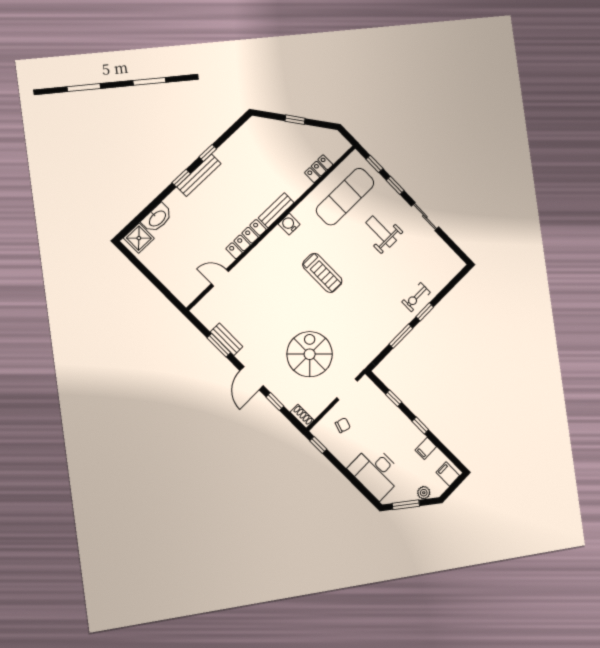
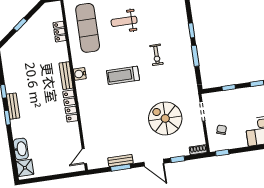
bench: (199, 175) -> (13, 106), width x0.73
treadmill: (322, 273) -> (123, 75), turned 180
door: (220, 278) -> (84, 156), moved
exercise bike: (416, 297) -> (156, 55), moved

